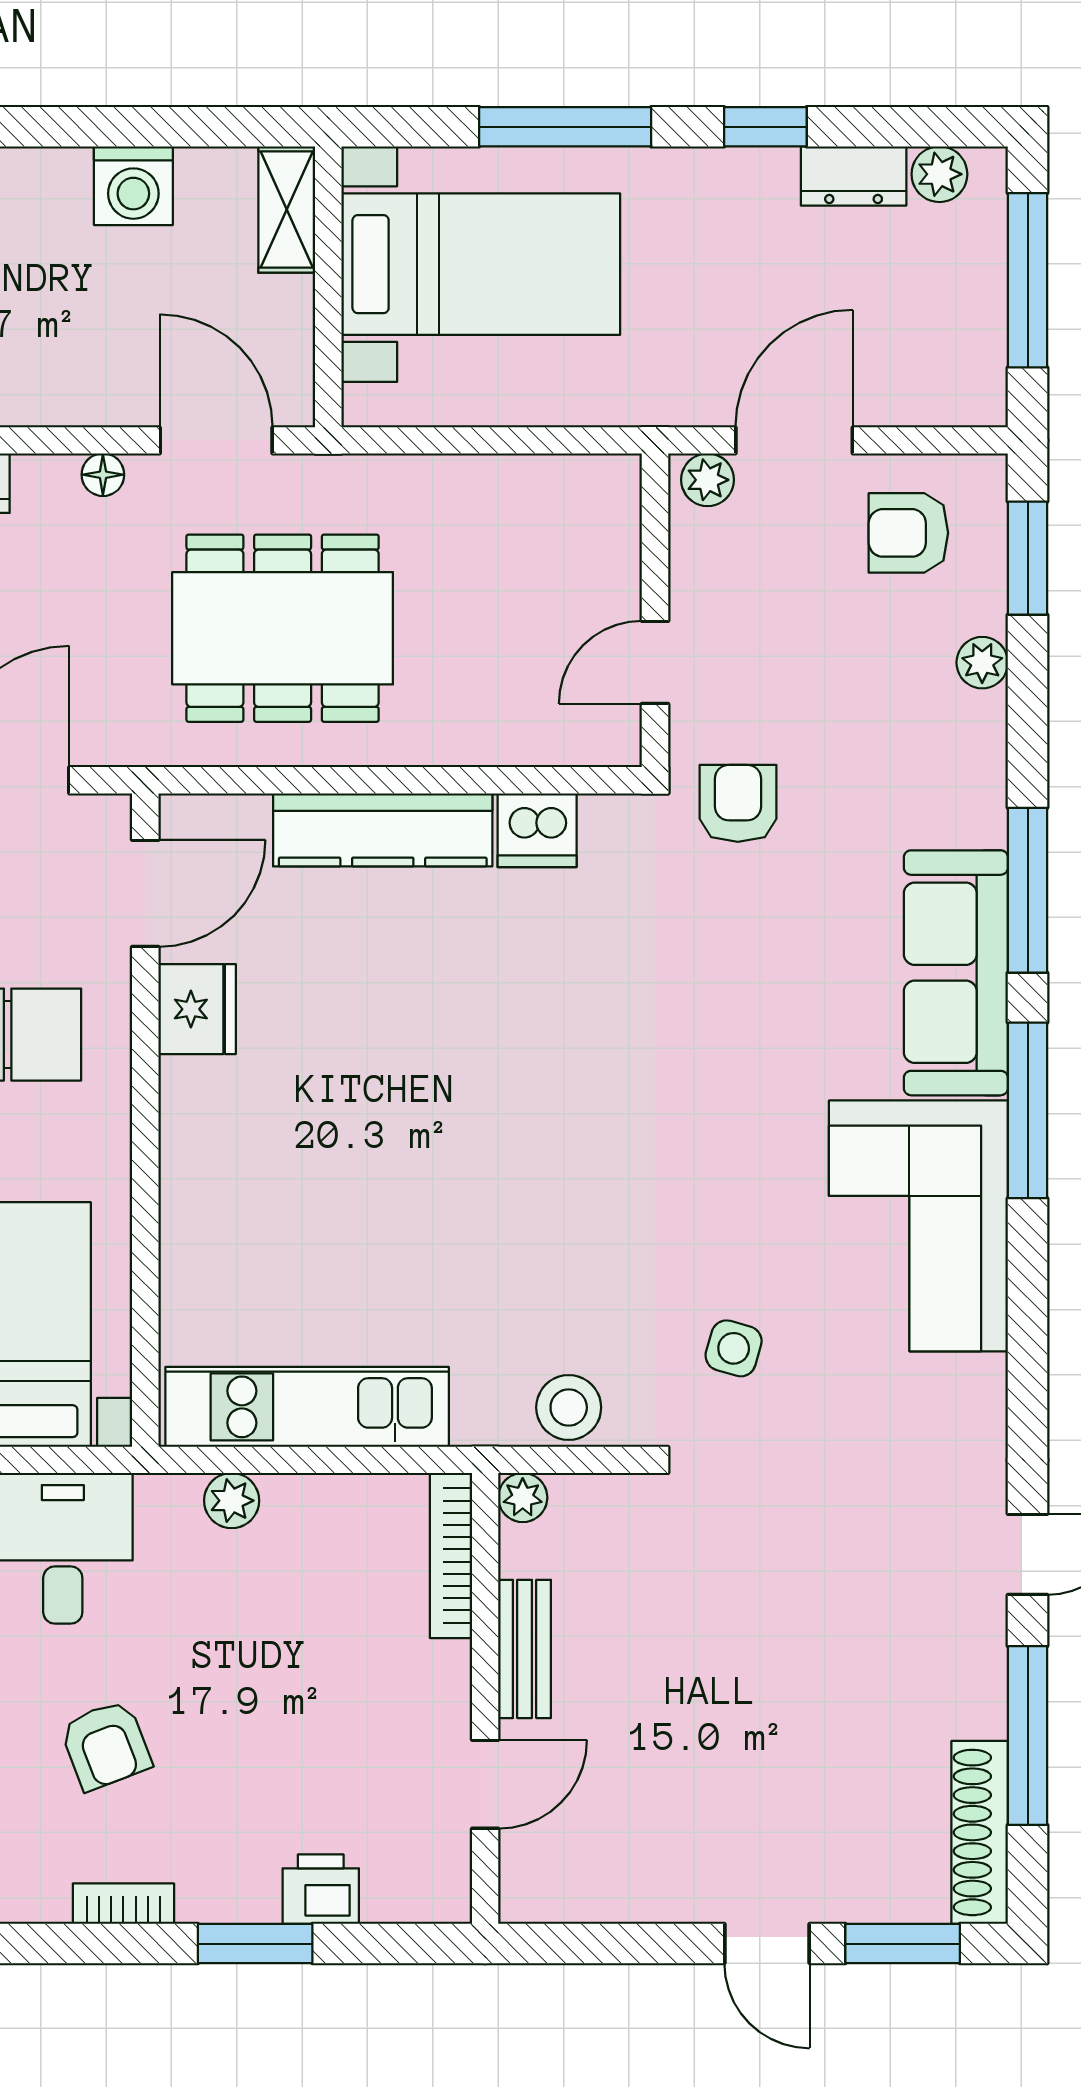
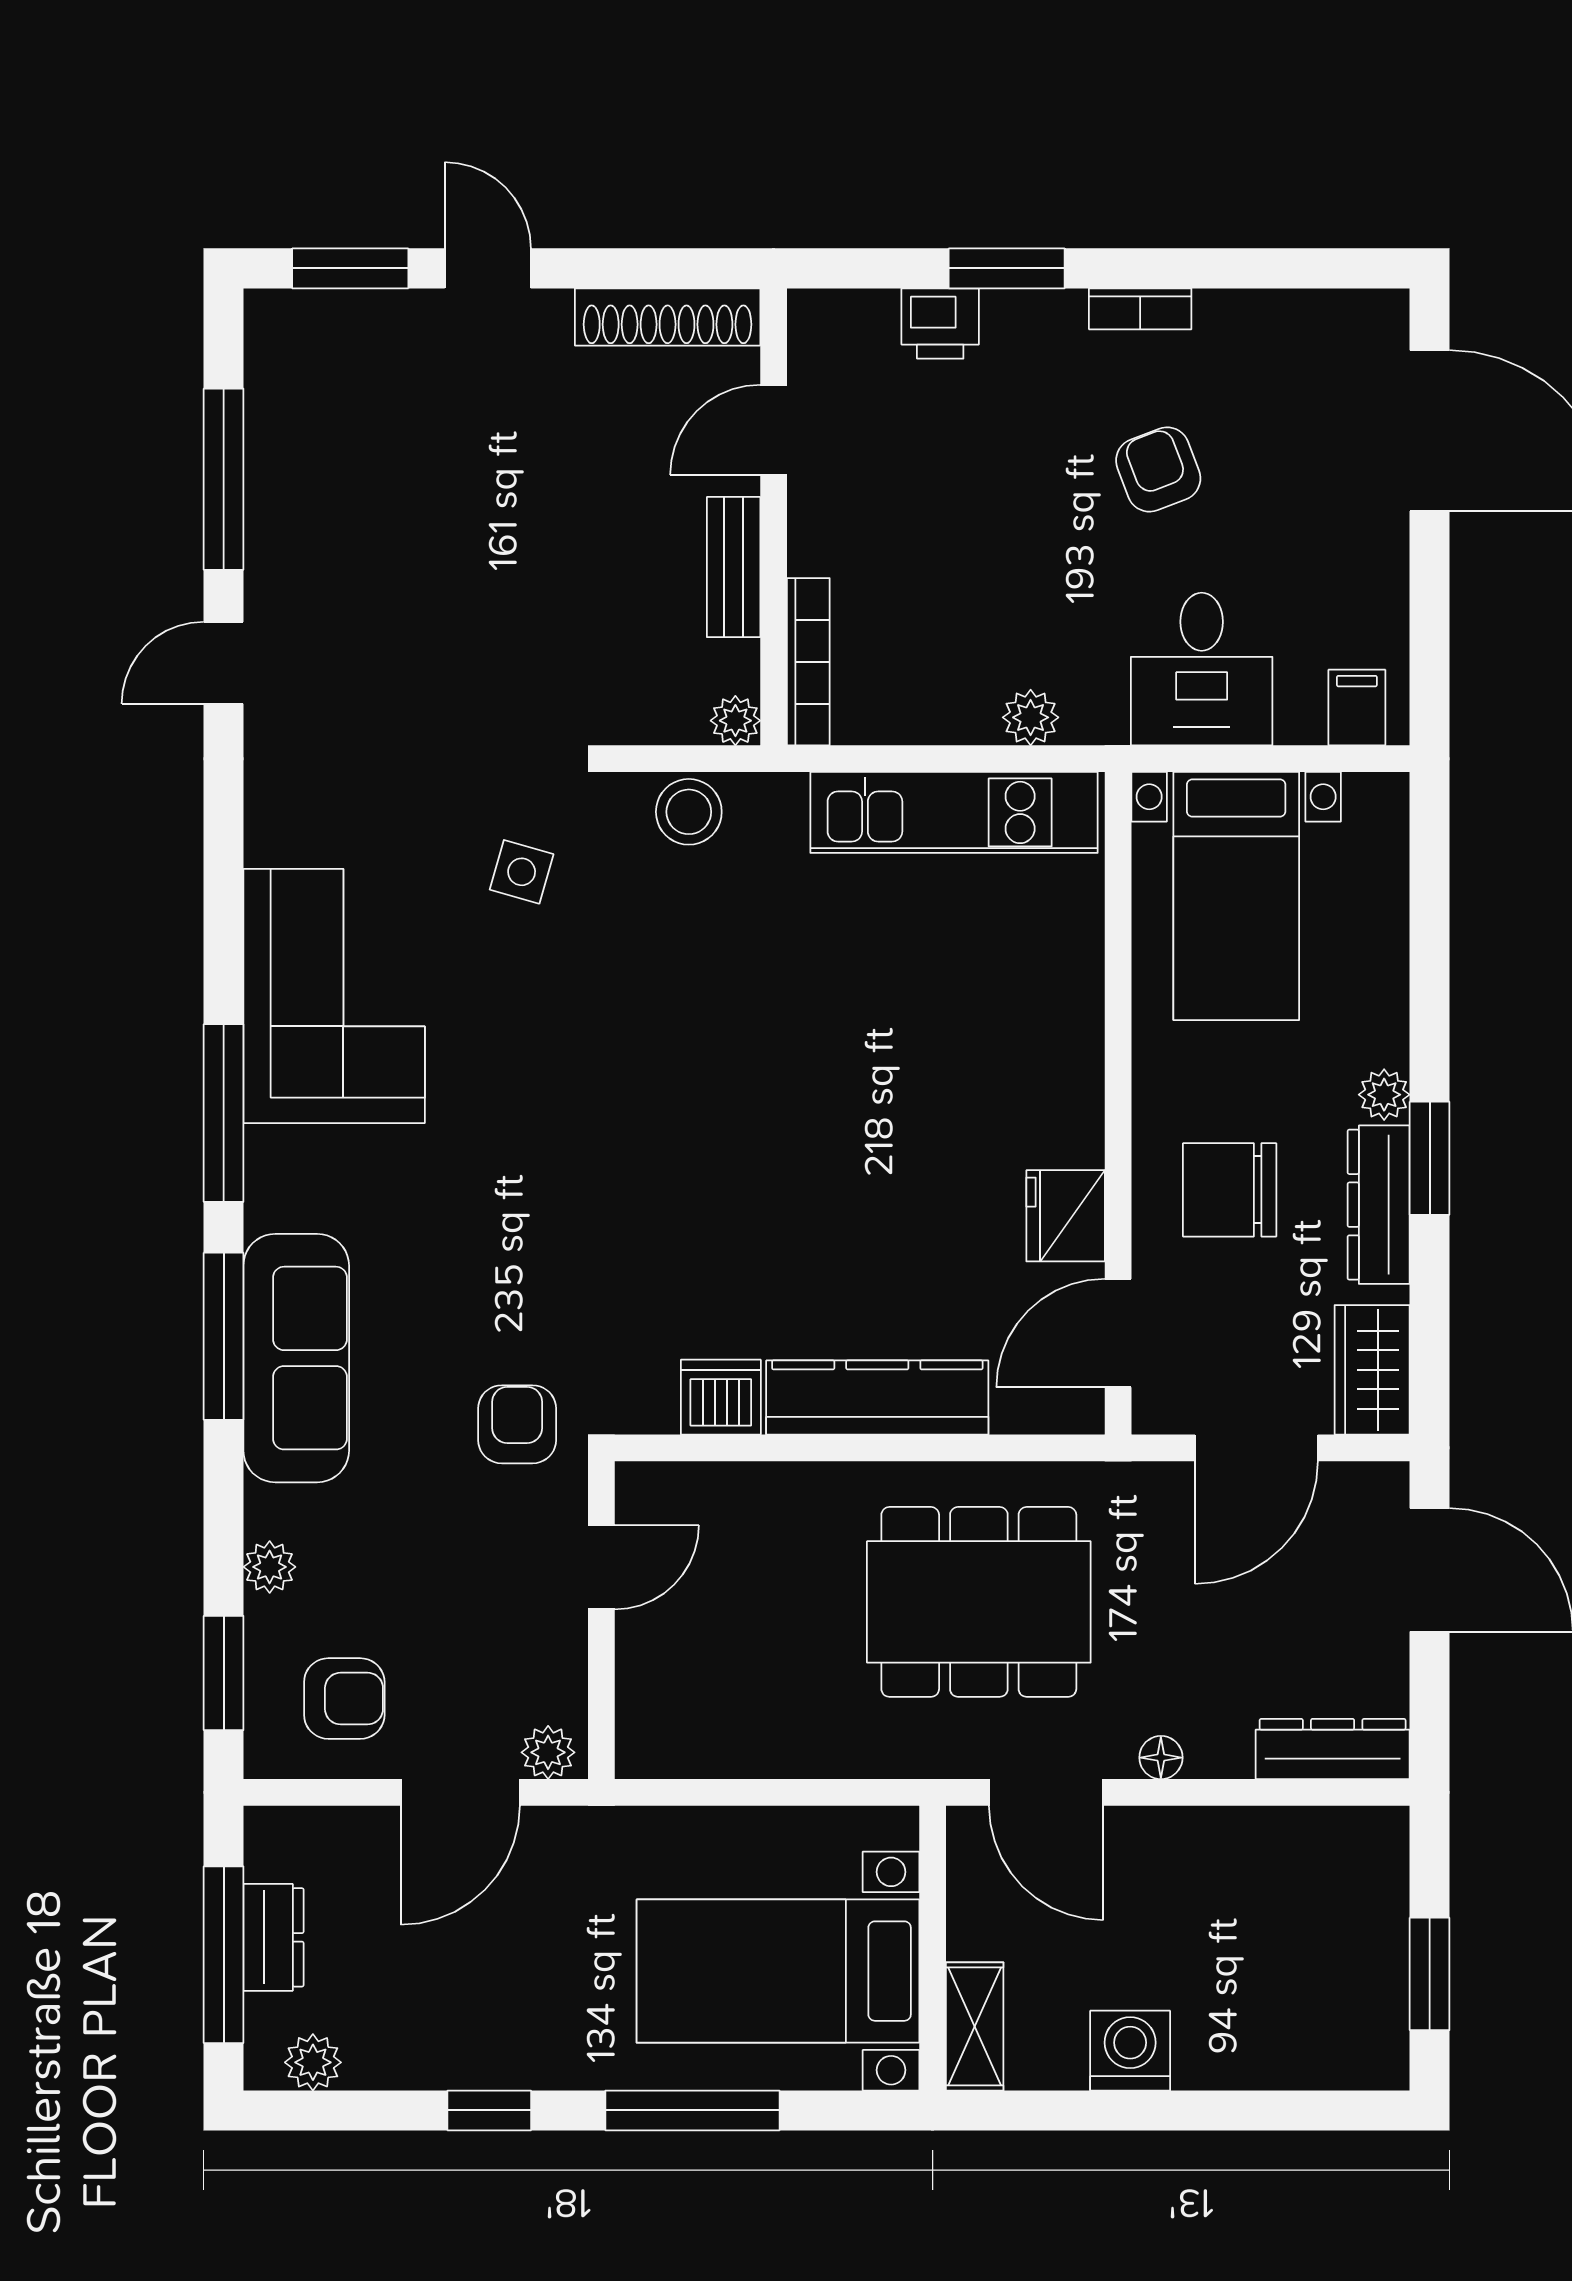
dresser: (854, 176) -> (274, 1937), moved, turned 90
armchair: (738, 803) -> (517, 1424), turned 180
sofa: (956, 973) -> (296, 1358), moved
shoe rack: (980, 1832) -> (668, 317), moved, turned 90

